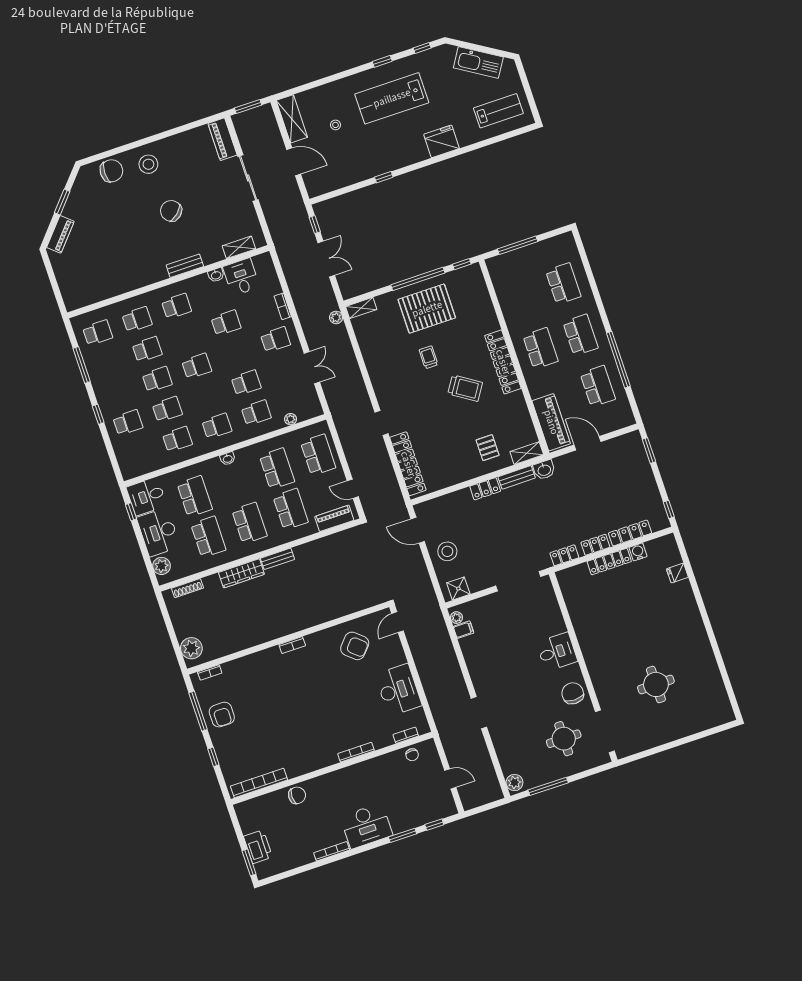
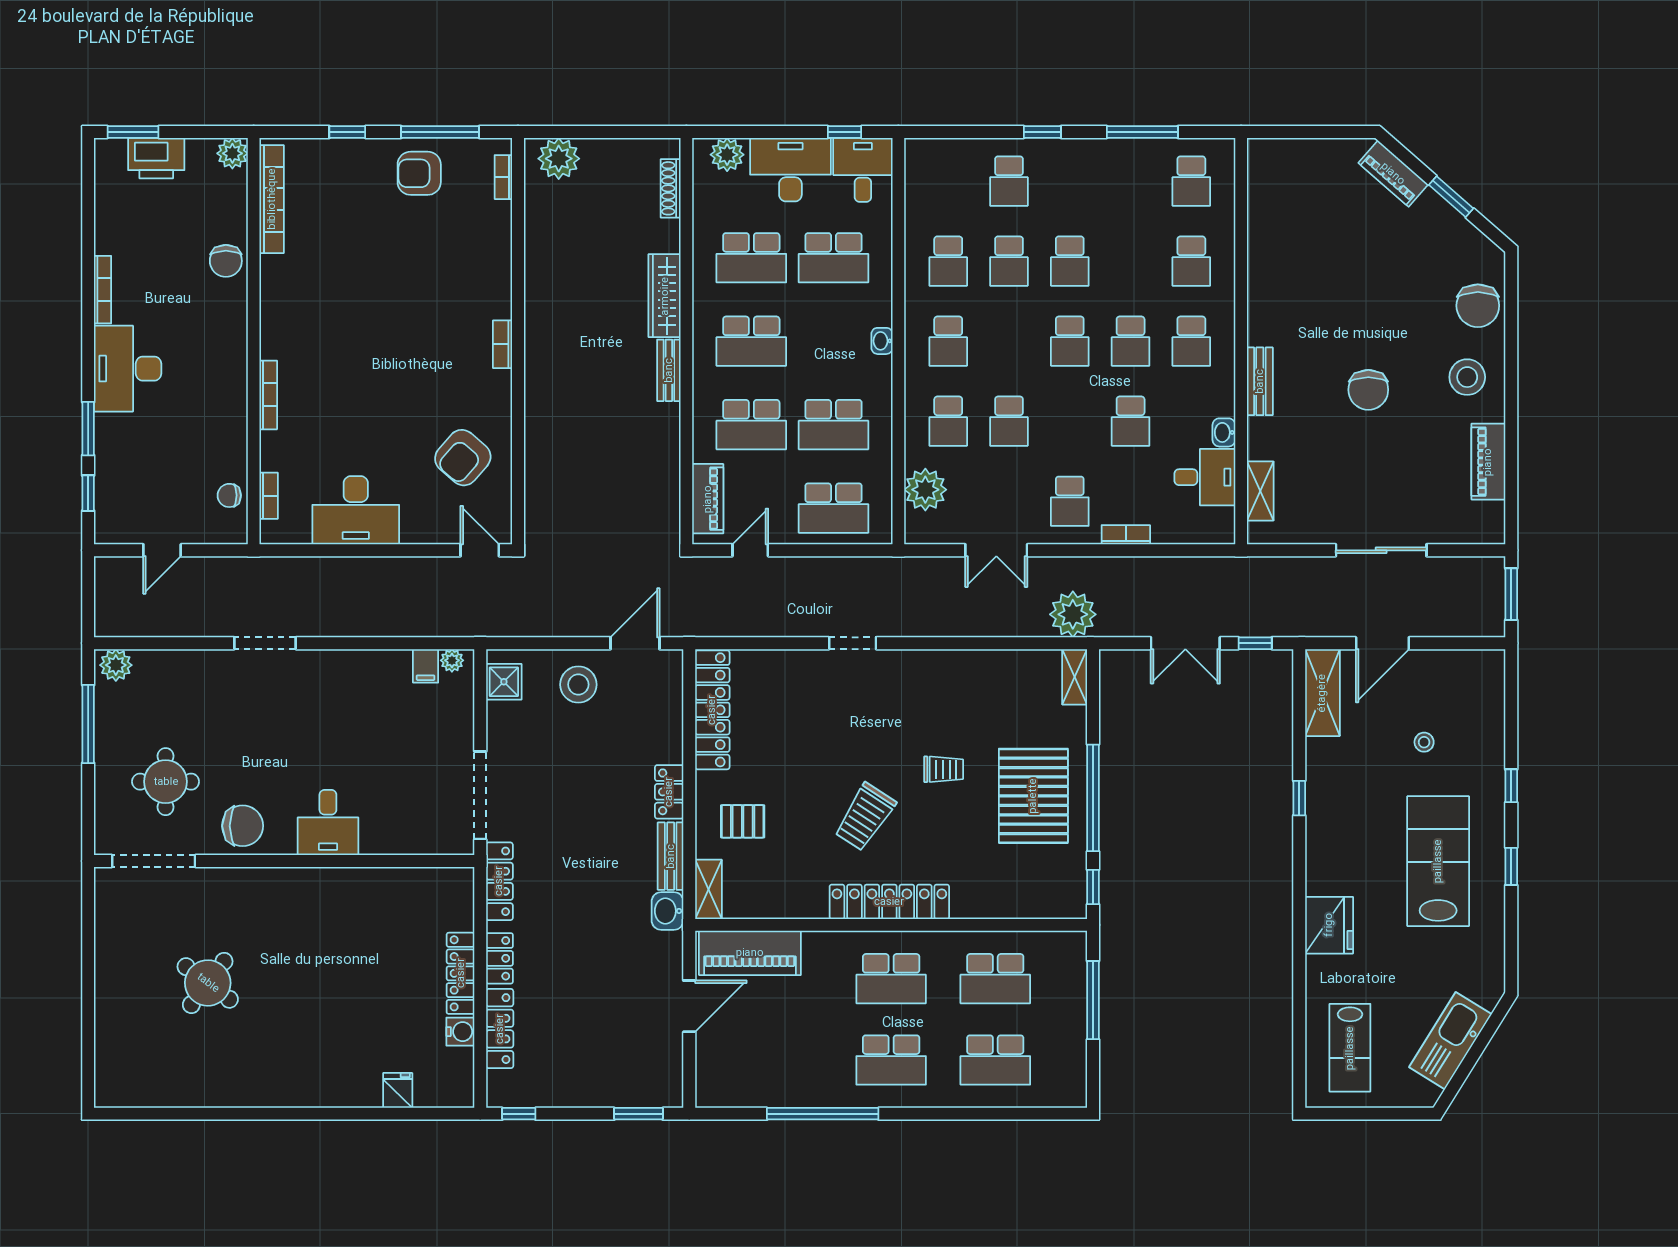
window: (422, 48) -> (1511, 786), moved
shelving: (292, 119) -> (1322, 693), moved, turned 90
piano: (223, 139) -> (1488, 462), moved, turned -90
chair: (171, 211) -> (1368, 390), turned 132
plant: (336, 317) -> (1073, 614), width x1.87, depth x1.87
school desk: (147, 349) -> (1131, 341), moved
school desk: (598, 386) -> (995, 979), moved
plant: (291, 419) -> (925, 490), width x1.88, depth x1.88
locker: (408, 464) -> (712, 710), moved, turned -90
locker: (564, 555) -> (499, 881), width x1.53
round table: (656, 684) -> (208, 983), turned 37
plant: (243, 810) -> (232, 153), added

